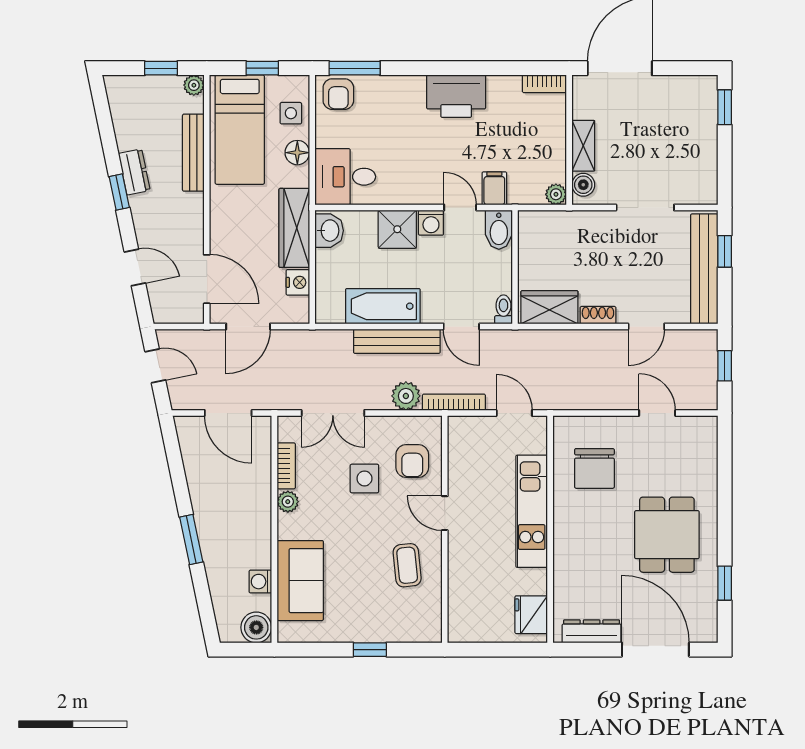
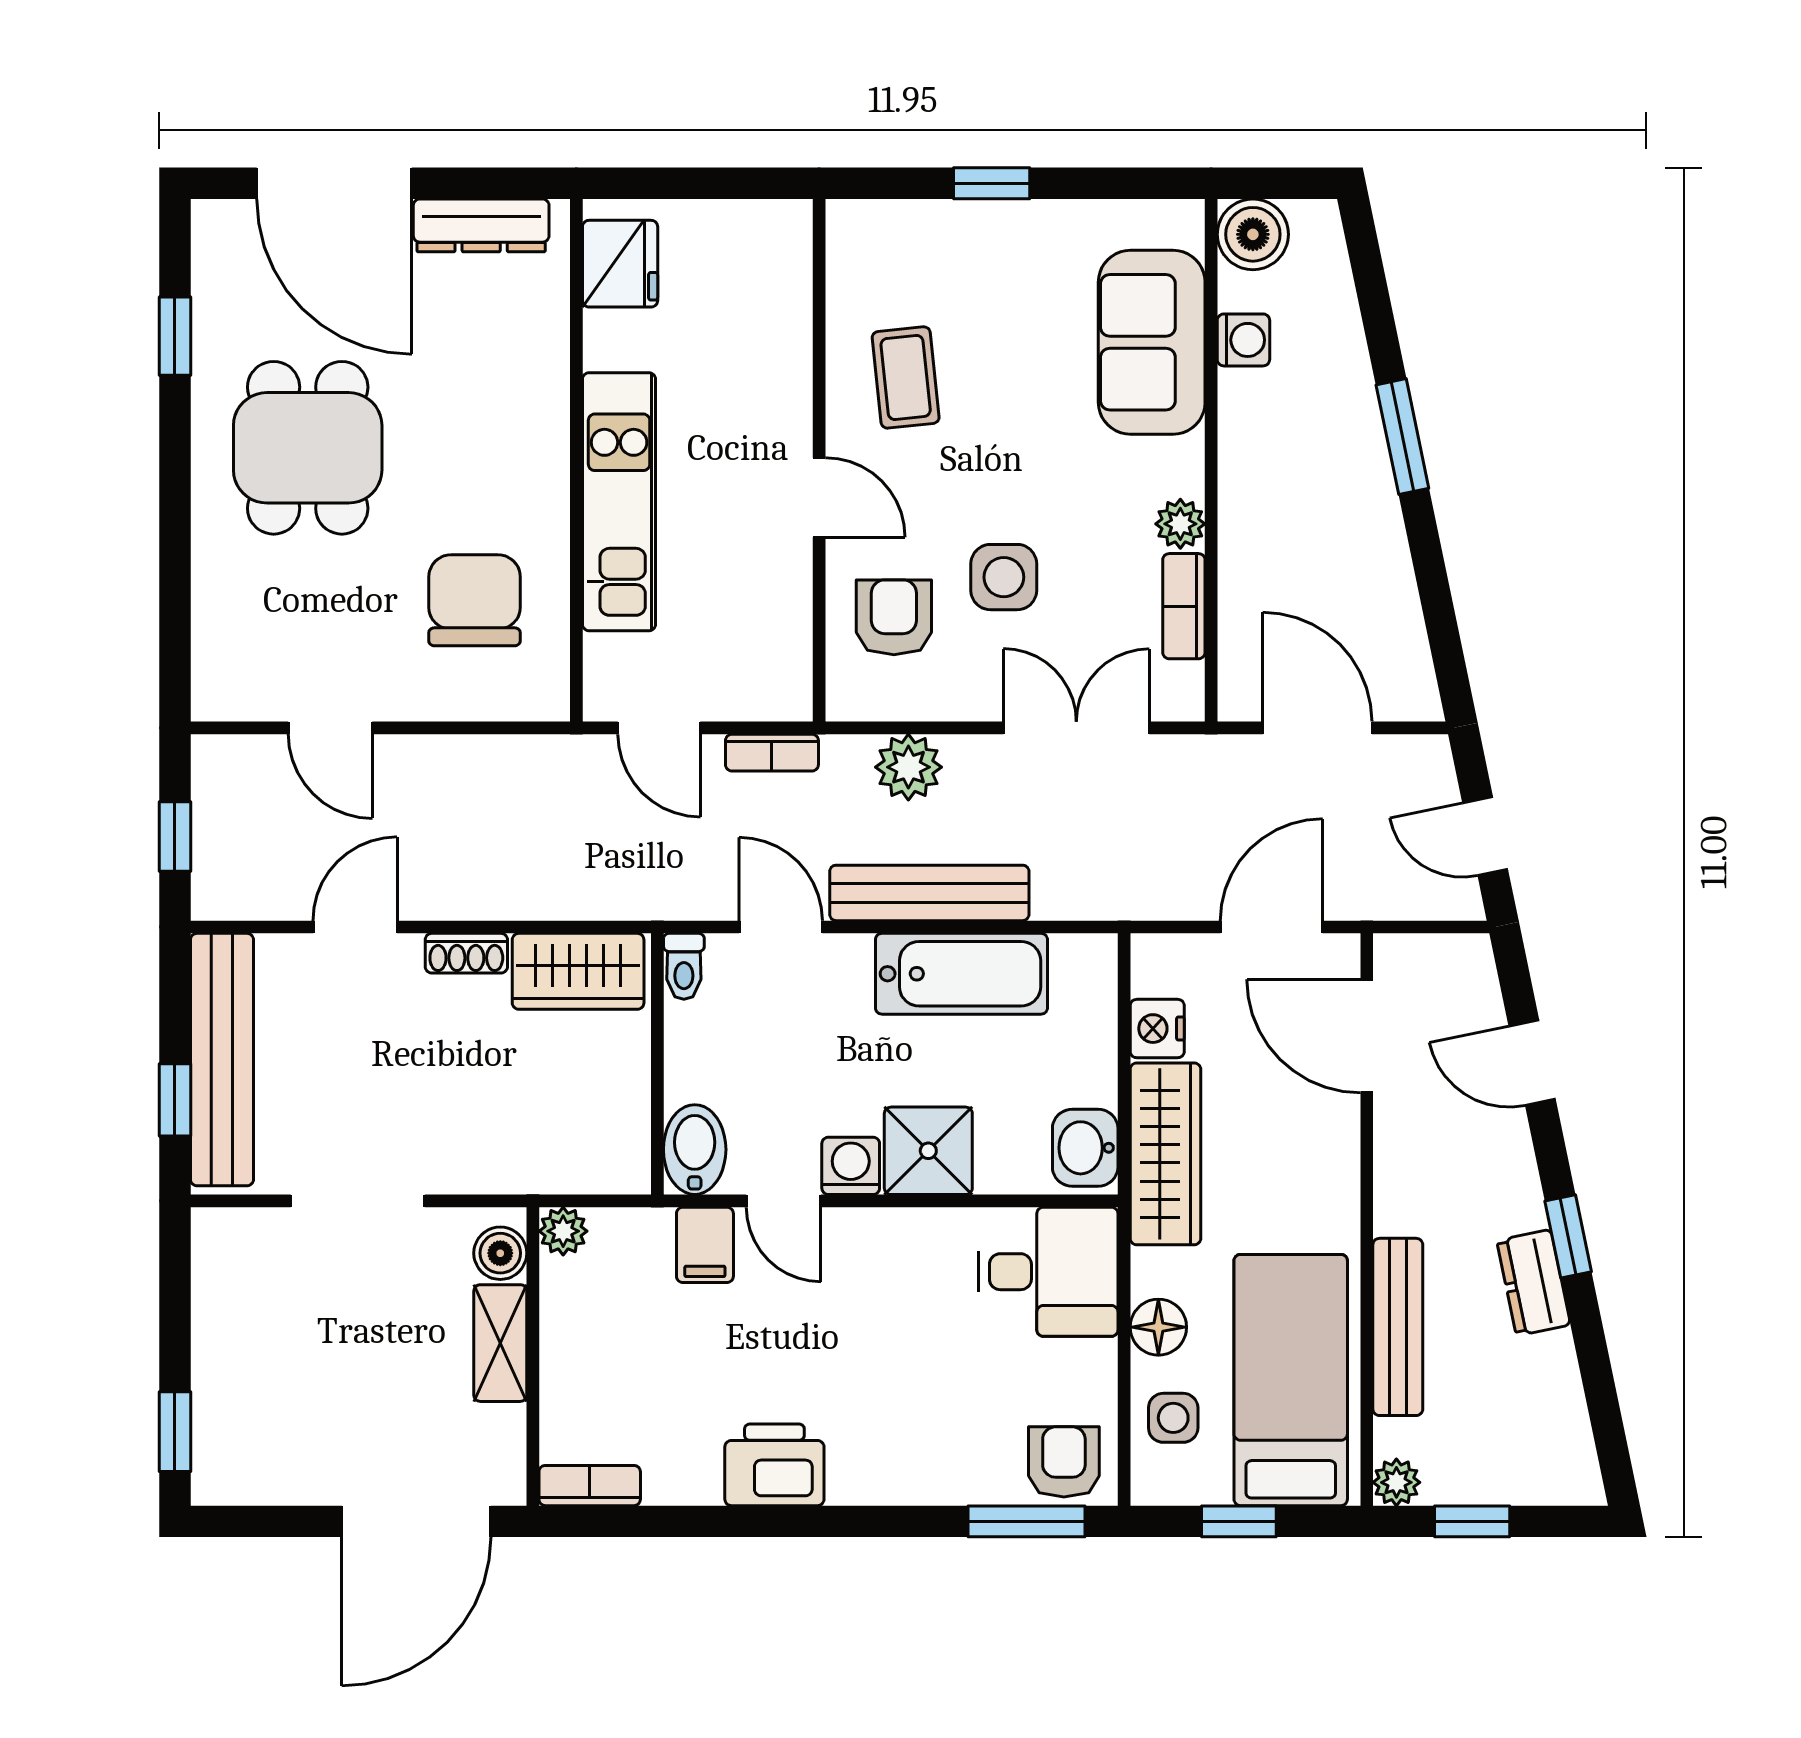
printer: (456, 96) -> (774, 1465), width x0.73, depth x0.84
bookcase: (454, 402) -> (772, 753), width x0.64

